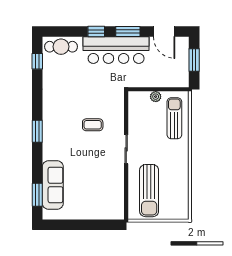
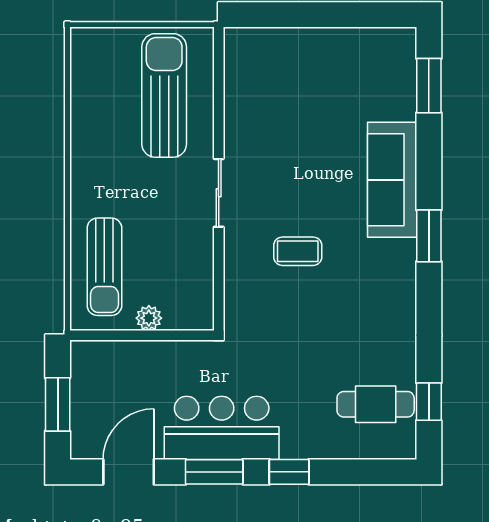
door: (164, 32) -> (129, 472), hinge flipped
cafe table: (61, 47) -> (376, 404), moved
bar counter: (116, 50) -> (222, 428), width x0.73
sofa: (53, 185) -> (392, 180), moved

